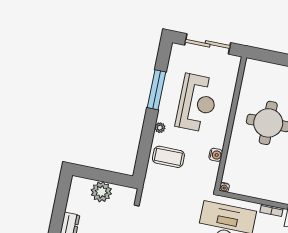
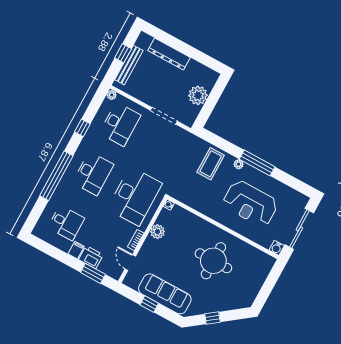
window: (157, 90) -> (257, 163), moved
water cooler: (216, 155) -> (277, 248), moved
plant: (256, 190) -> (158, 232), added

